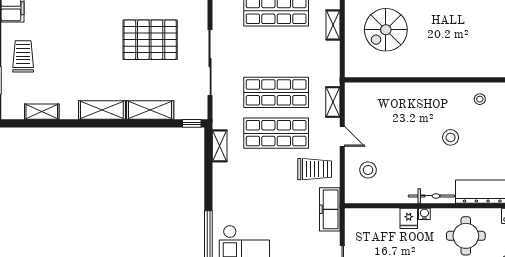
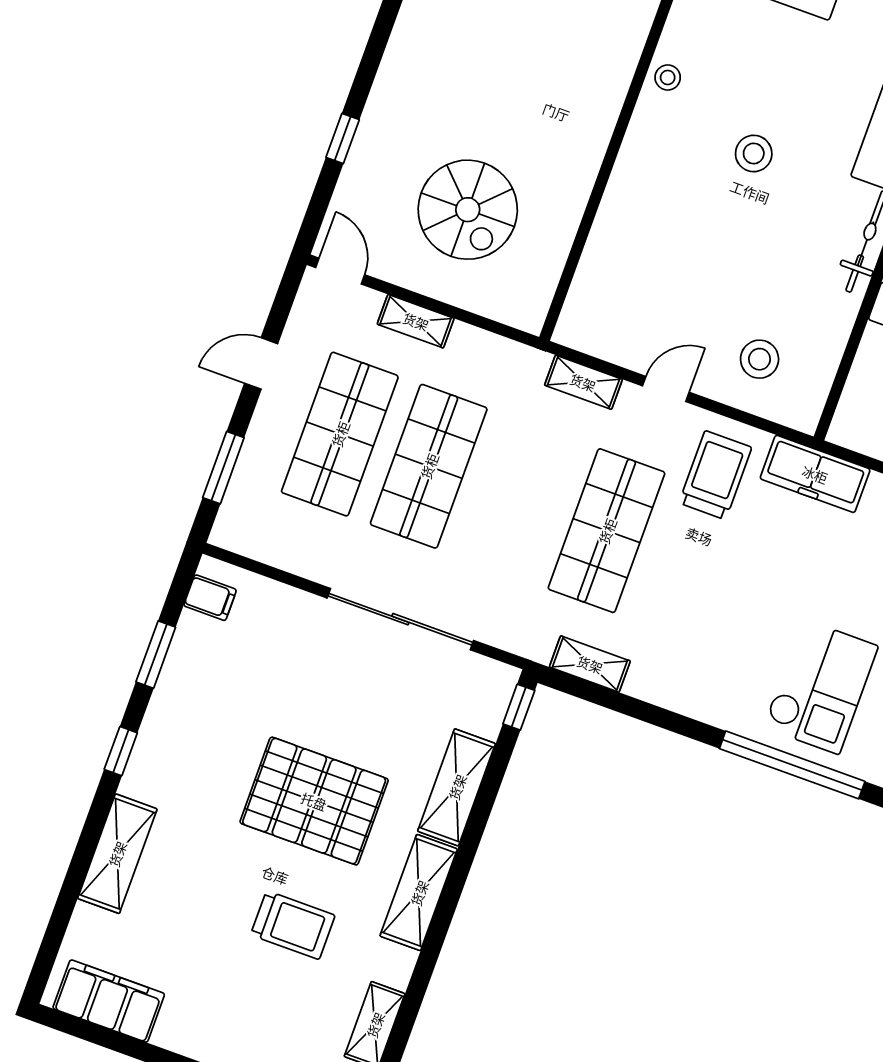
pallet: (150, 40) -> (314, 801), moved, turned 90
trolley: (23, 56) -> (293, 925), moved, turned 180
shop shelf: (276, 92) -> (429, 466), moved
stool: (480, 99) -> (668, 77), moved

